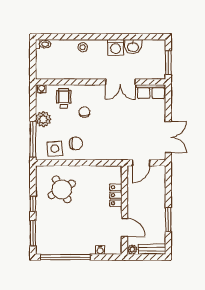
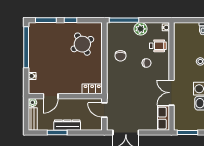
side table: (55, 149) -> (116, 38), removed
locker: (116, 195) -> (92, 89), moved
dresser: (159, 208) -> (67, 125), added

